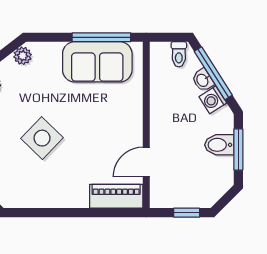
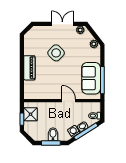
door: (146, 162) -> (69, 101), moved
shower: (176, 194) -> (31, 114), added
piano: (116, 196) -> (29, 68), moved

